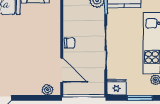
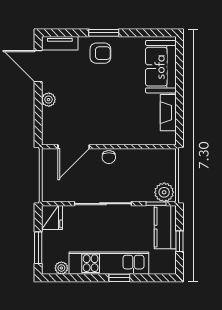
plant: (47, 90) -> (49, 100), moved

